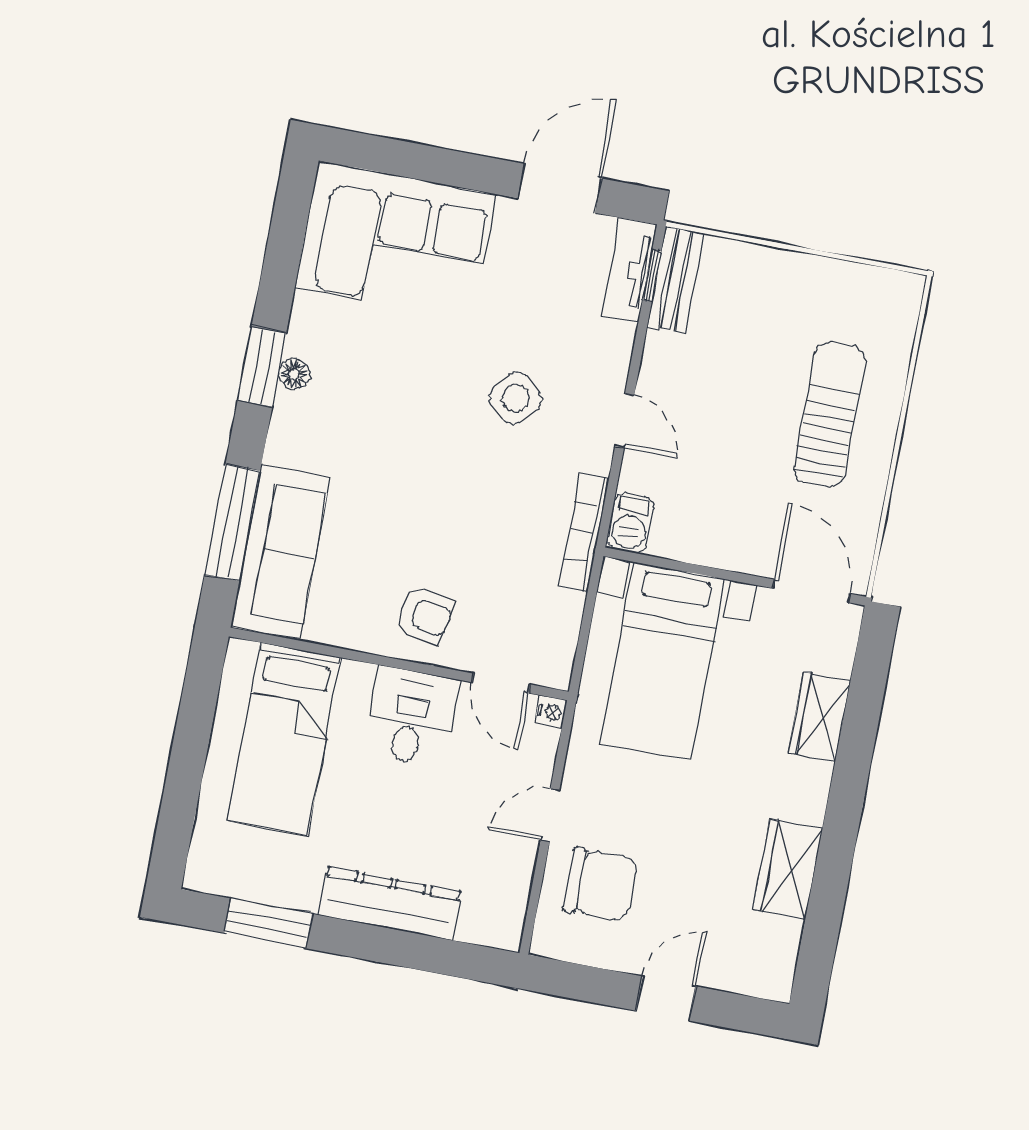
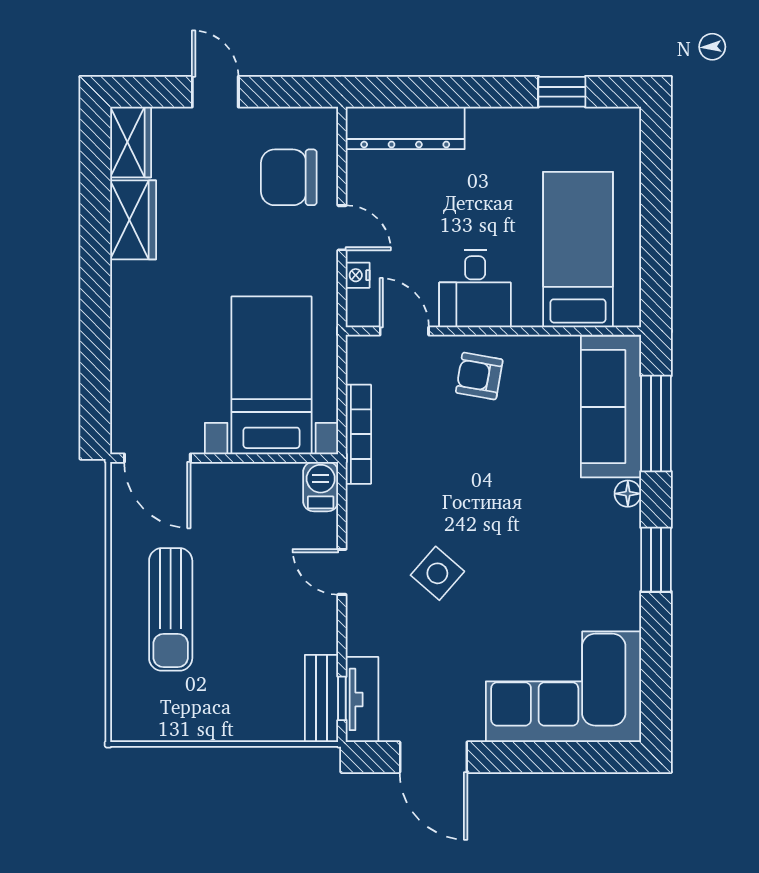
door: (560, 188) -> (433, 757), hinge flipped
floor lamp: (294, 374) -> (628, 494), moved
bookcase: (584, 532) -> (358, 434), moved
nightstand: (551, 712) -> (358, 275), moved
wardrobe: (819, 717) -> (131, 142), moved
door: (550, 815) -> (342, 228), hinge flipped
dresser: (390, 903) -> (405, 128), moved
window: (268, 923) -> (562, 92), width x0.67
door: (666, 998) -> (215, 92), swing flipped

